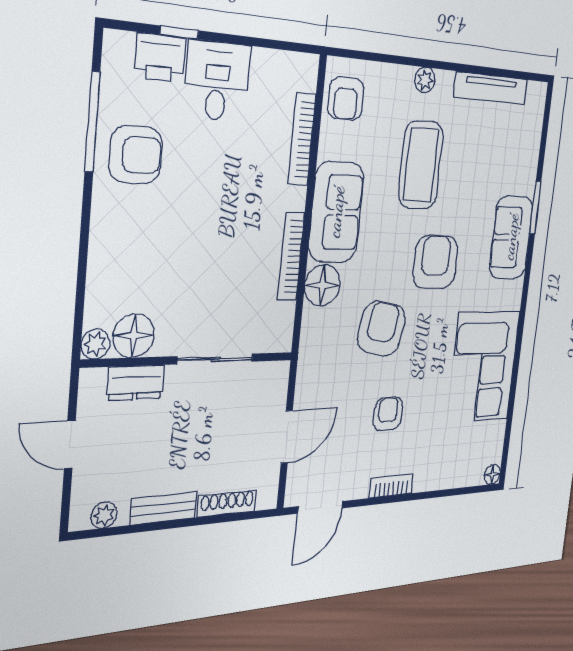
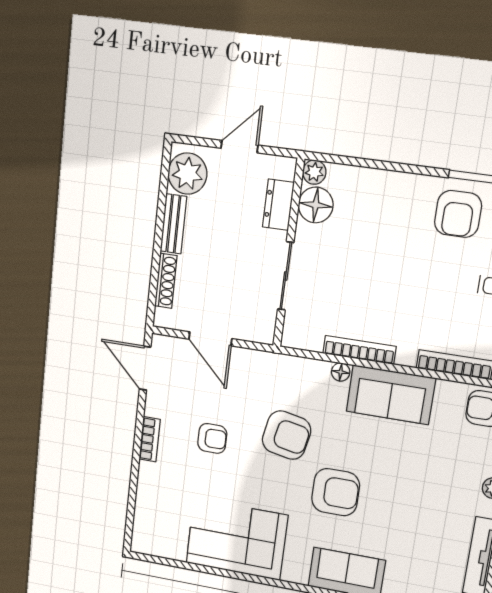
coffee table: (421, 165) -> (421, 481), removed
floor lamp: (322, 285) -> (341, 372), width x0.53, depth x0.53
floor lamp: (492, 475) -> (139, 545), removed
plant: (104, 515) -> (187, 174), width x1.87, depth x1.87

